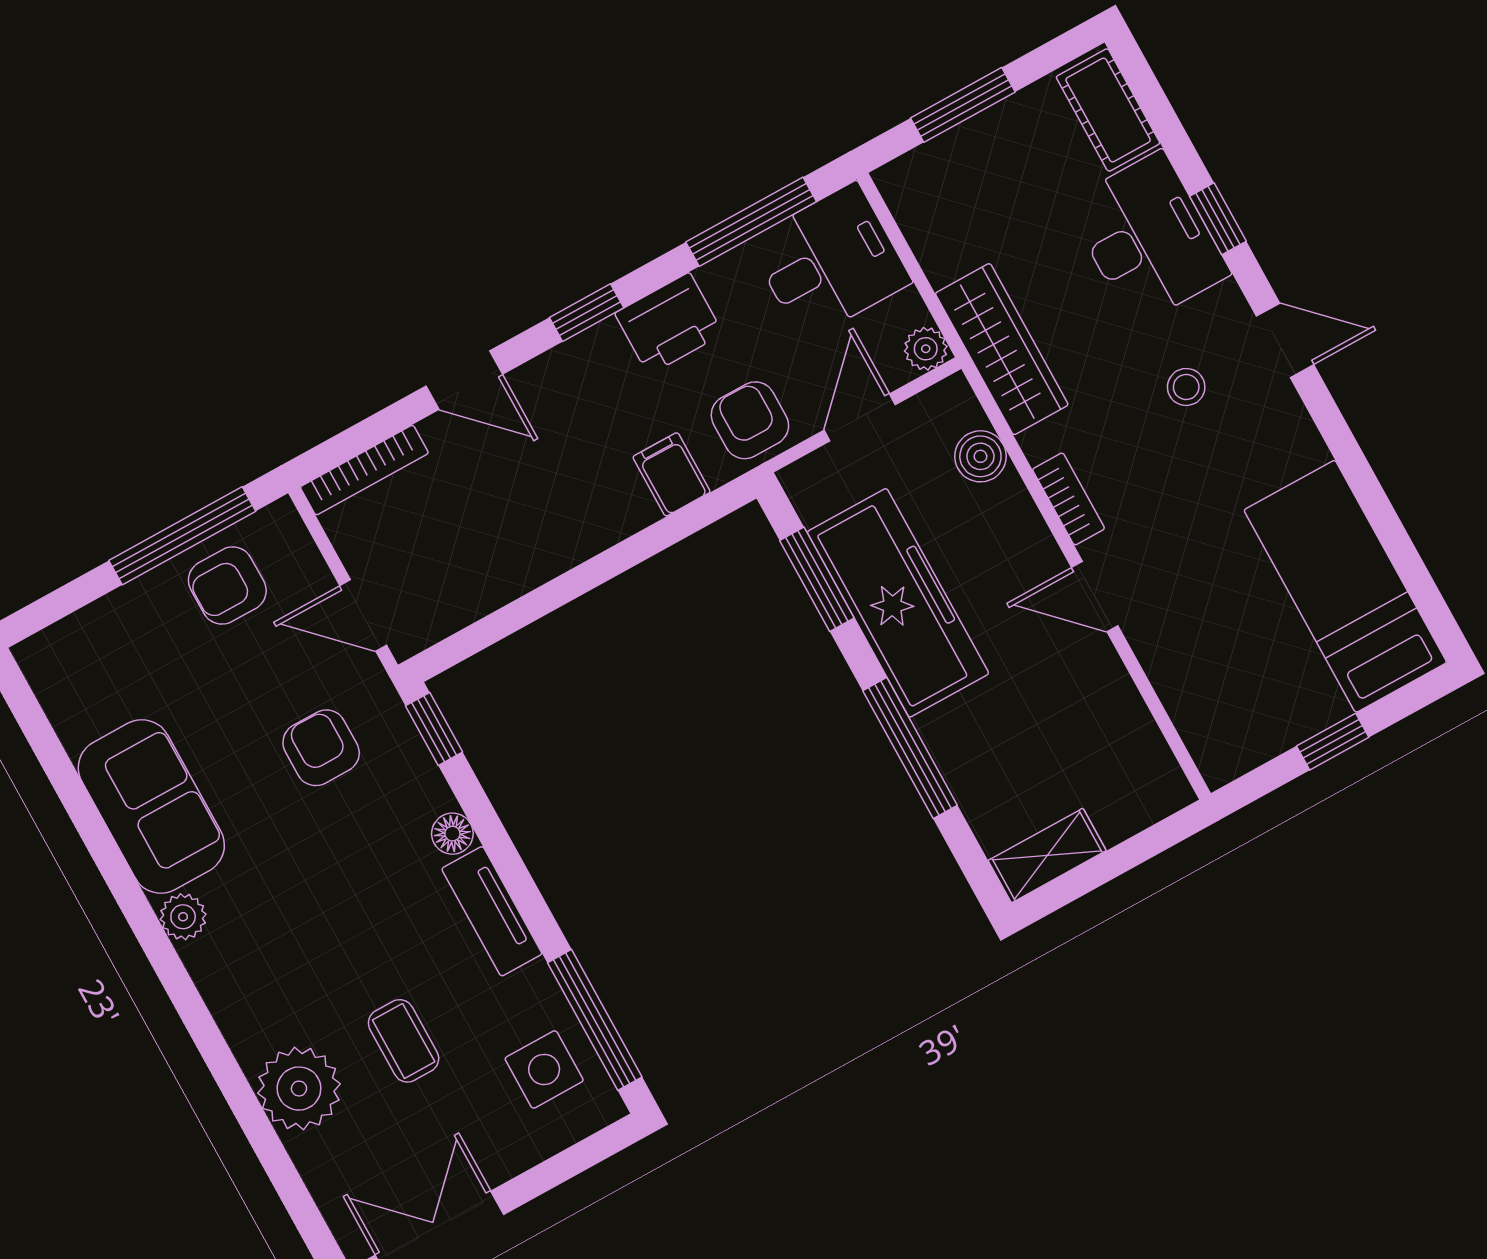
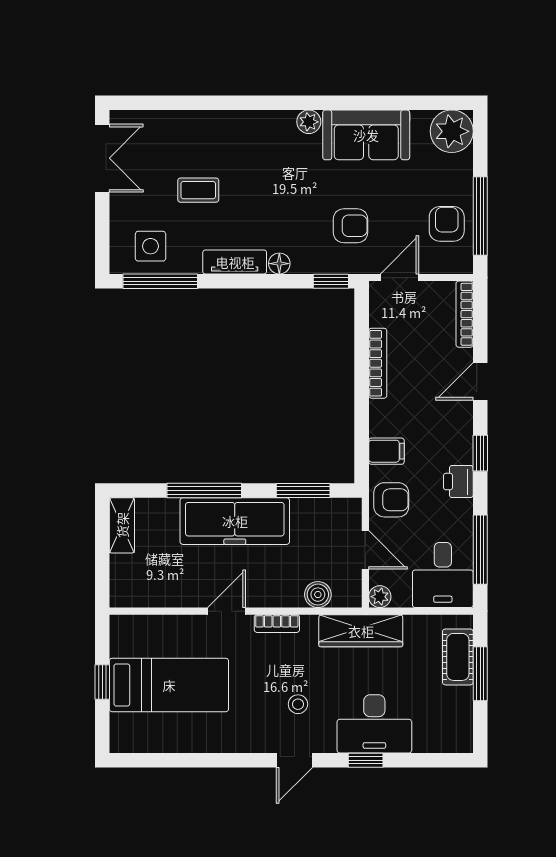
cot: (1108, 110) -> (458, 657), moved, turned 90
printer: (669, 324) -> (458, 482), width x0.73, depth x0.81
bookcase: (530, 572) -> (378, 363), added
bed: (1345, 586) -> (169, 685), moved
freezer: (898, 603) -> (235, 521), moved
plant: (299, 1089) -> (452, 131), moved

